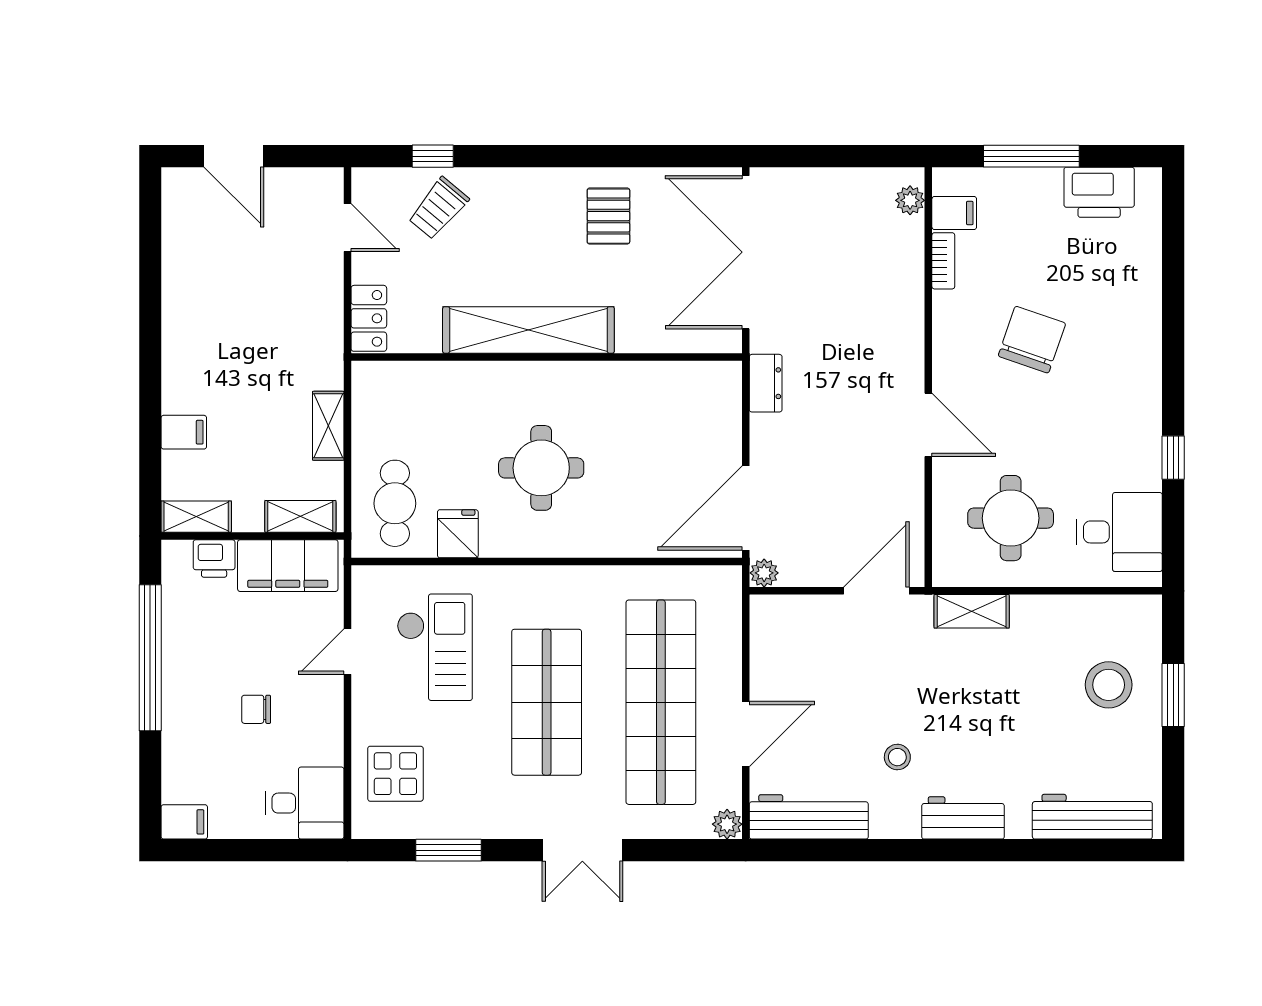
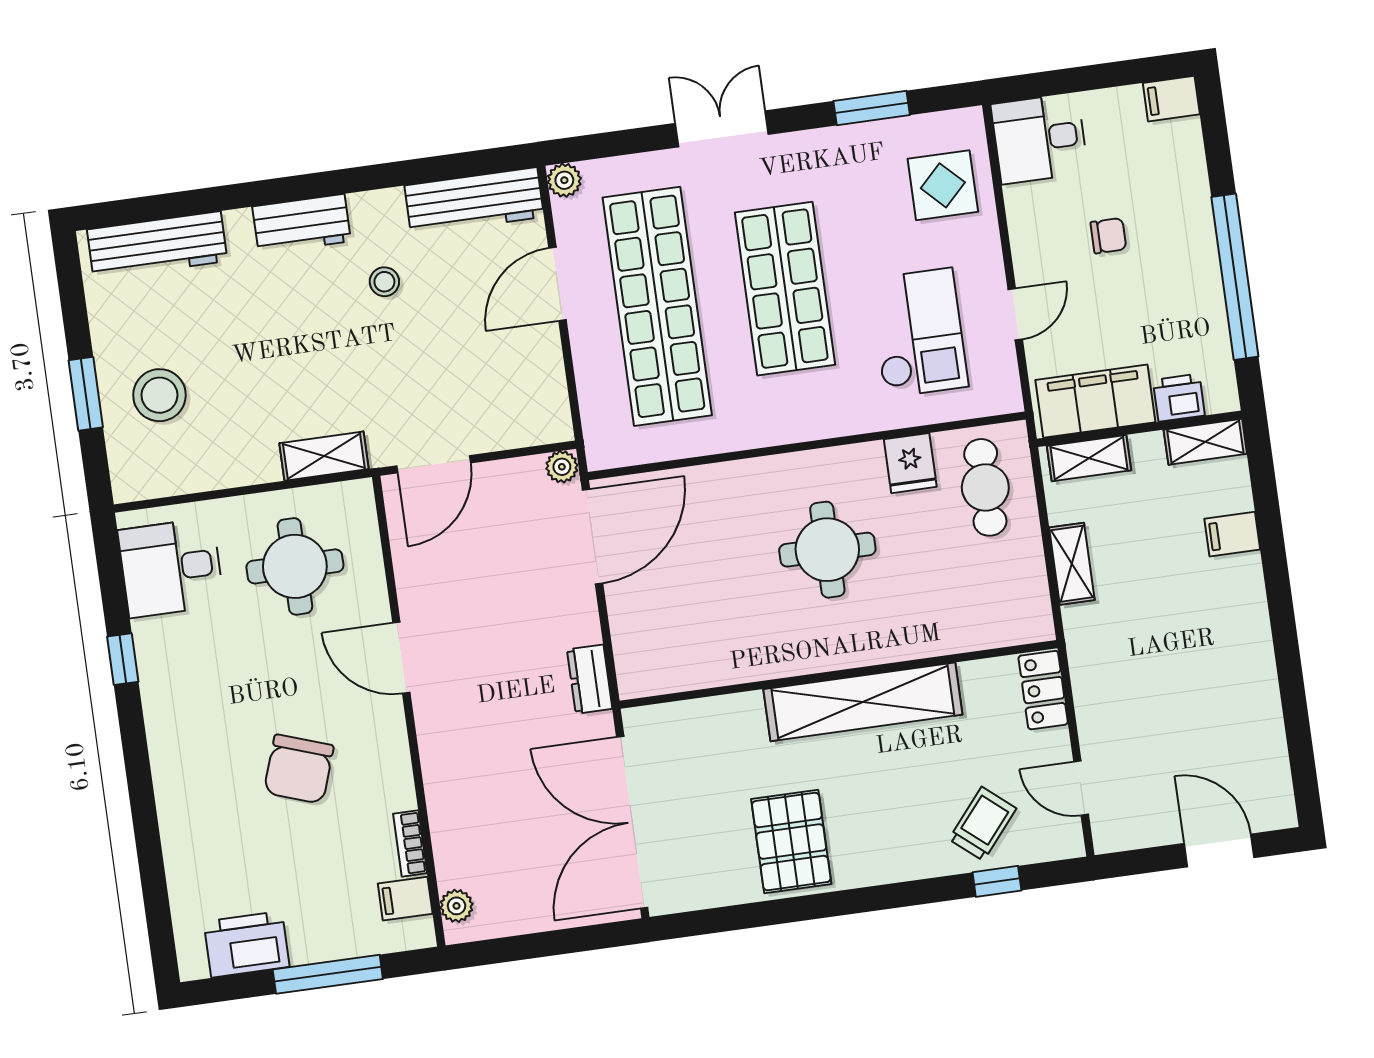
pallet: (608, 216) -> (791, 842), width x1.50, depth x1.42
double door: (746, 252) -> (632, 822), swing flipped
checkout: (435, 647) -> (919, 333), turned 180

